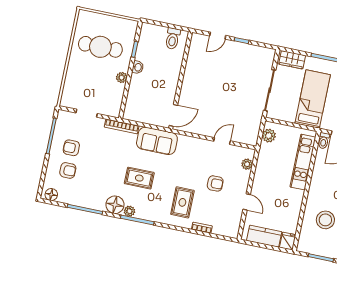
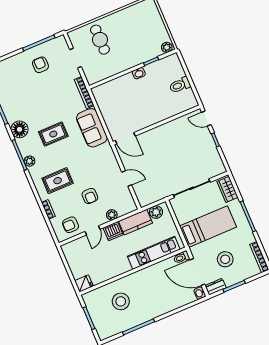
cafe table: (100, 47) -> (100, 40), moved, width x0.73, depth x0.74
plant: (122, 78) -> (167, 47), moved
wall: (181, 80) -> (157, 125), moved
door: (173, 115) -> (125, 138), moved
plant: (247, 164) -> (112, 215), moved
armchair: (68, 170) -> (71, 225), moved, turned 90
rug: (139, 178) -> (53, 134), turned 90
dishwasher: (260, 184) -> (113, 231), added
plant: (129, 211) -> (29, 161), moved
kitchen counter: (264, 236) -> (135, 222), moved, turned 90

